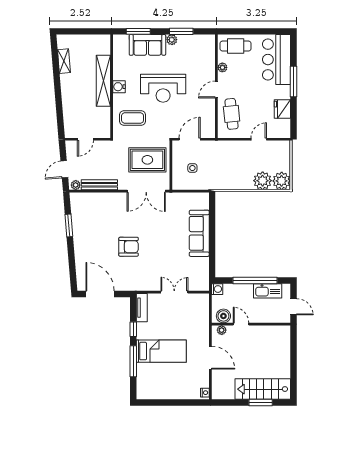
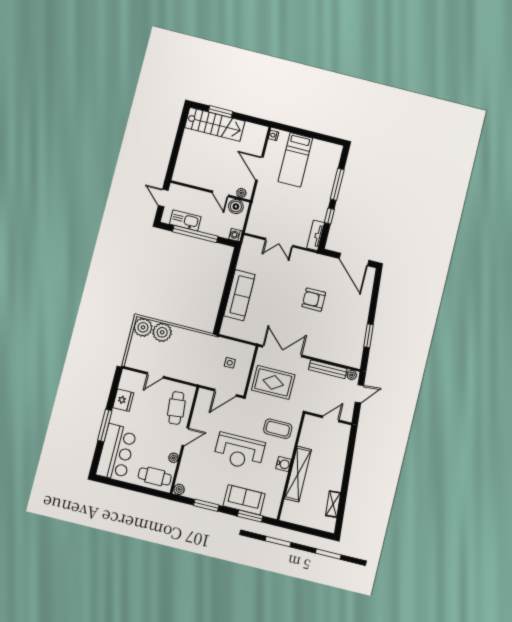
plant: (172, 40) -> (179, 489), moved
reception desk: (163, 88) -> (239, 452), turned 180
bed: (161, 351) -> (295, 160), moved, turned -90

